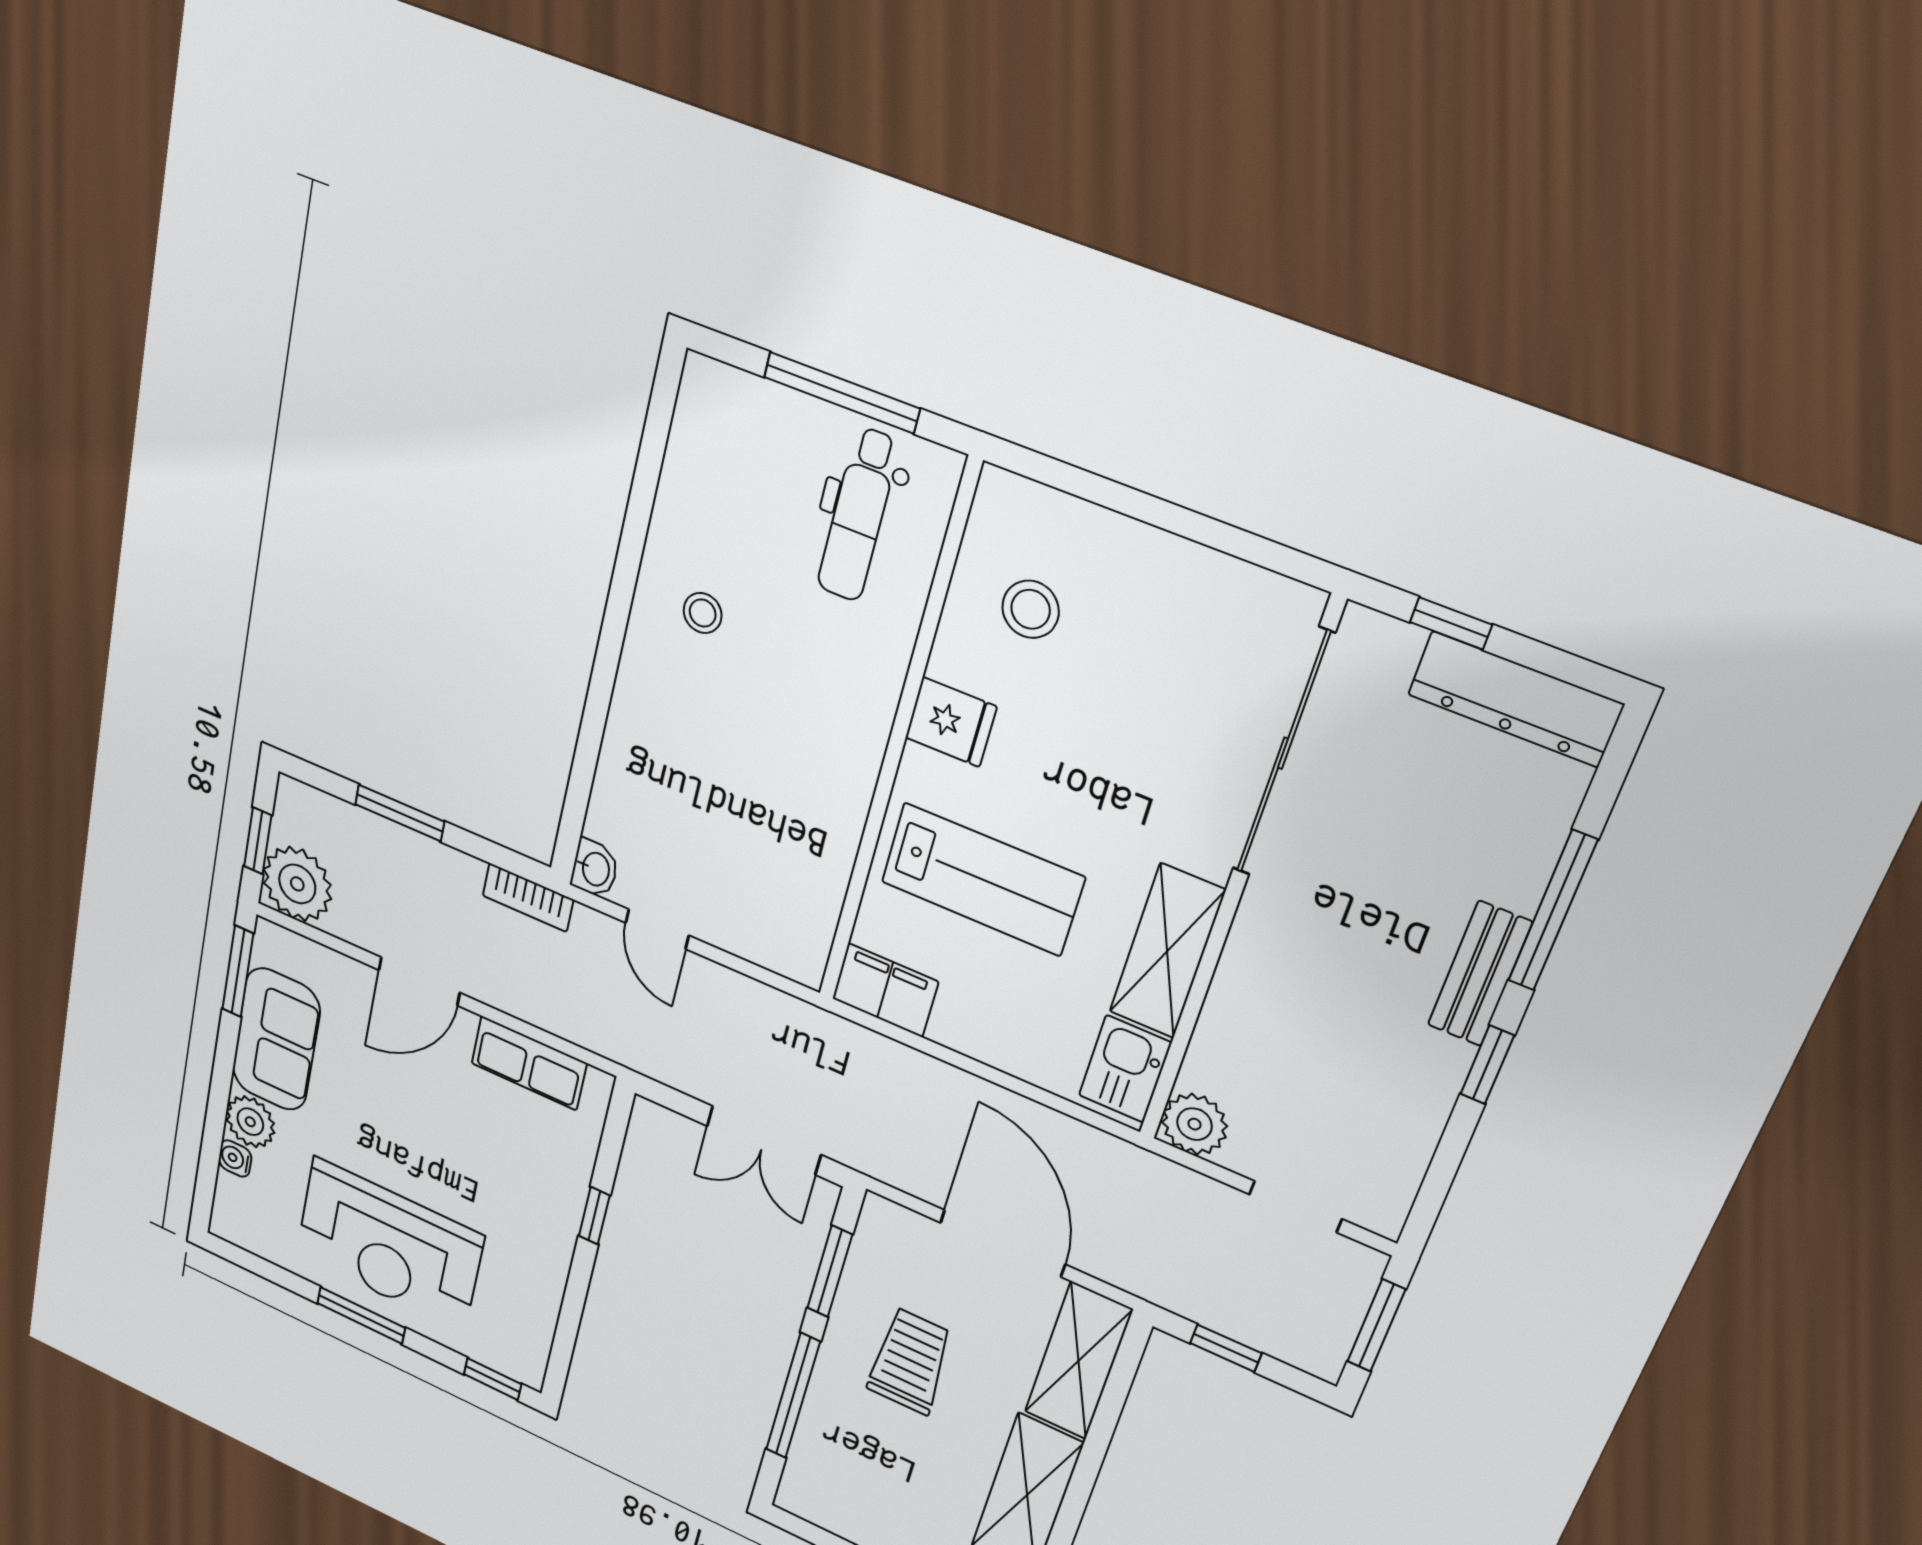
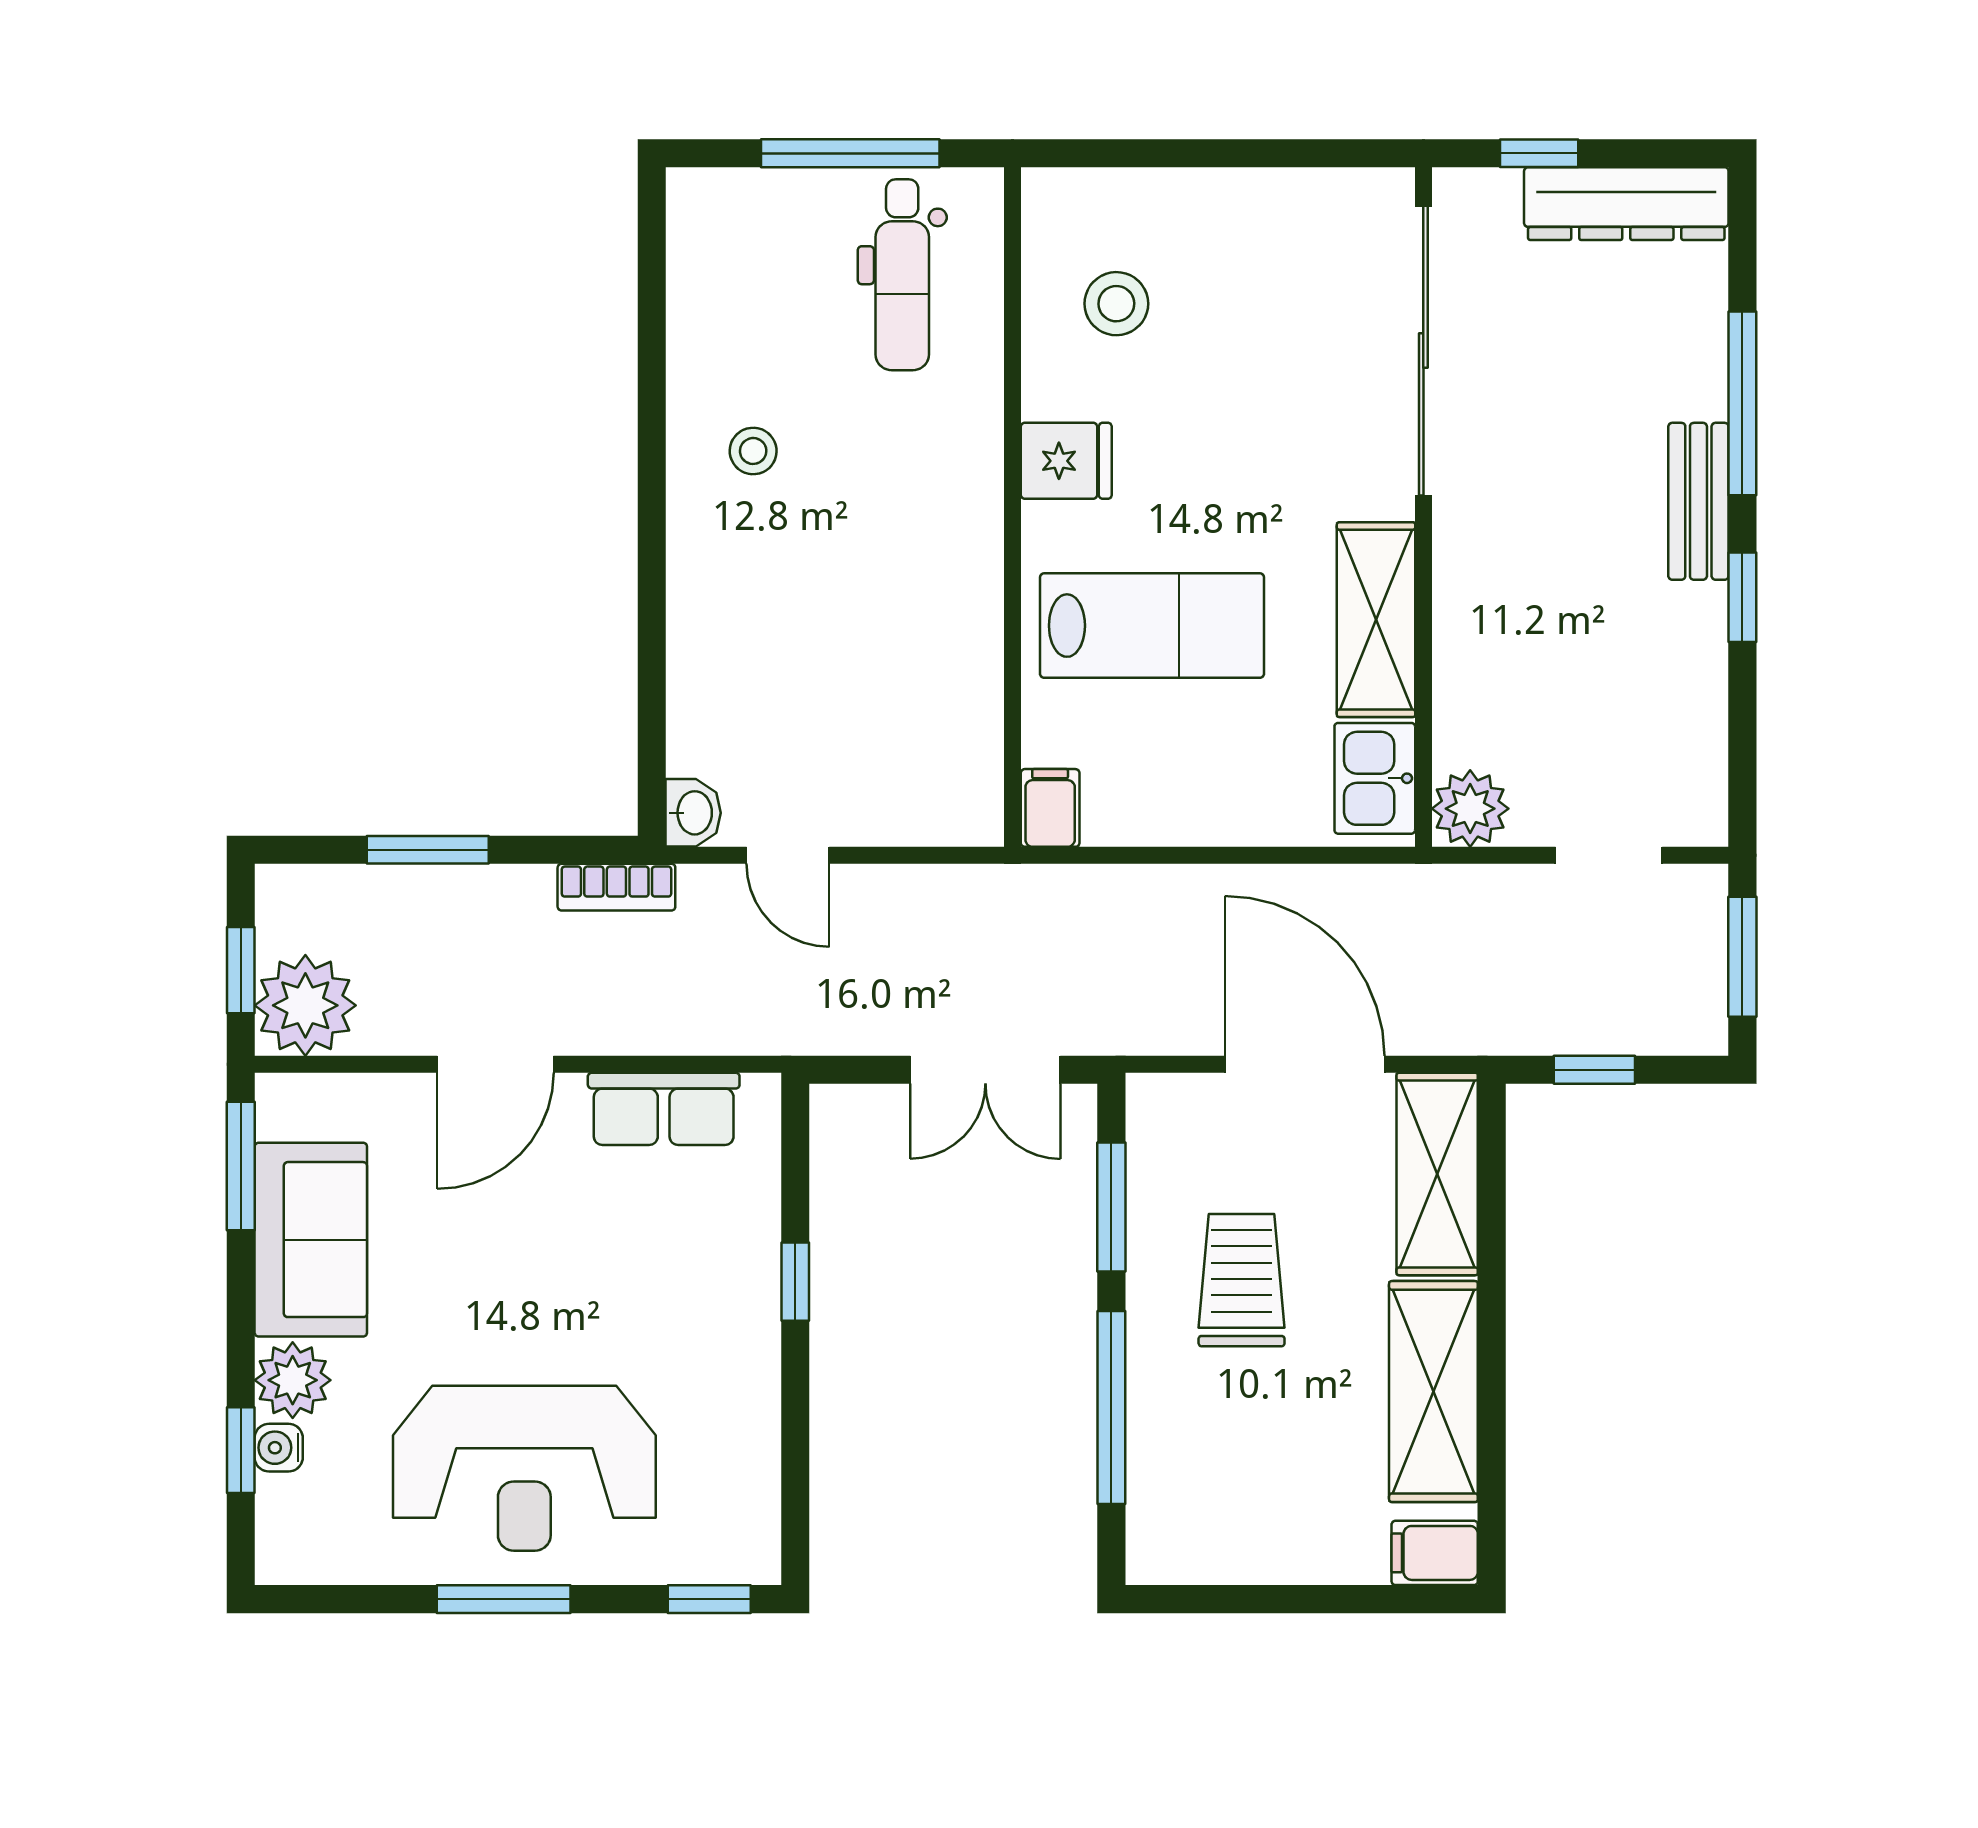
filing cabinet: (885, 990) -> (1050, 808), width x0.50
window: (211, 1149) -> (241, 1450), added

